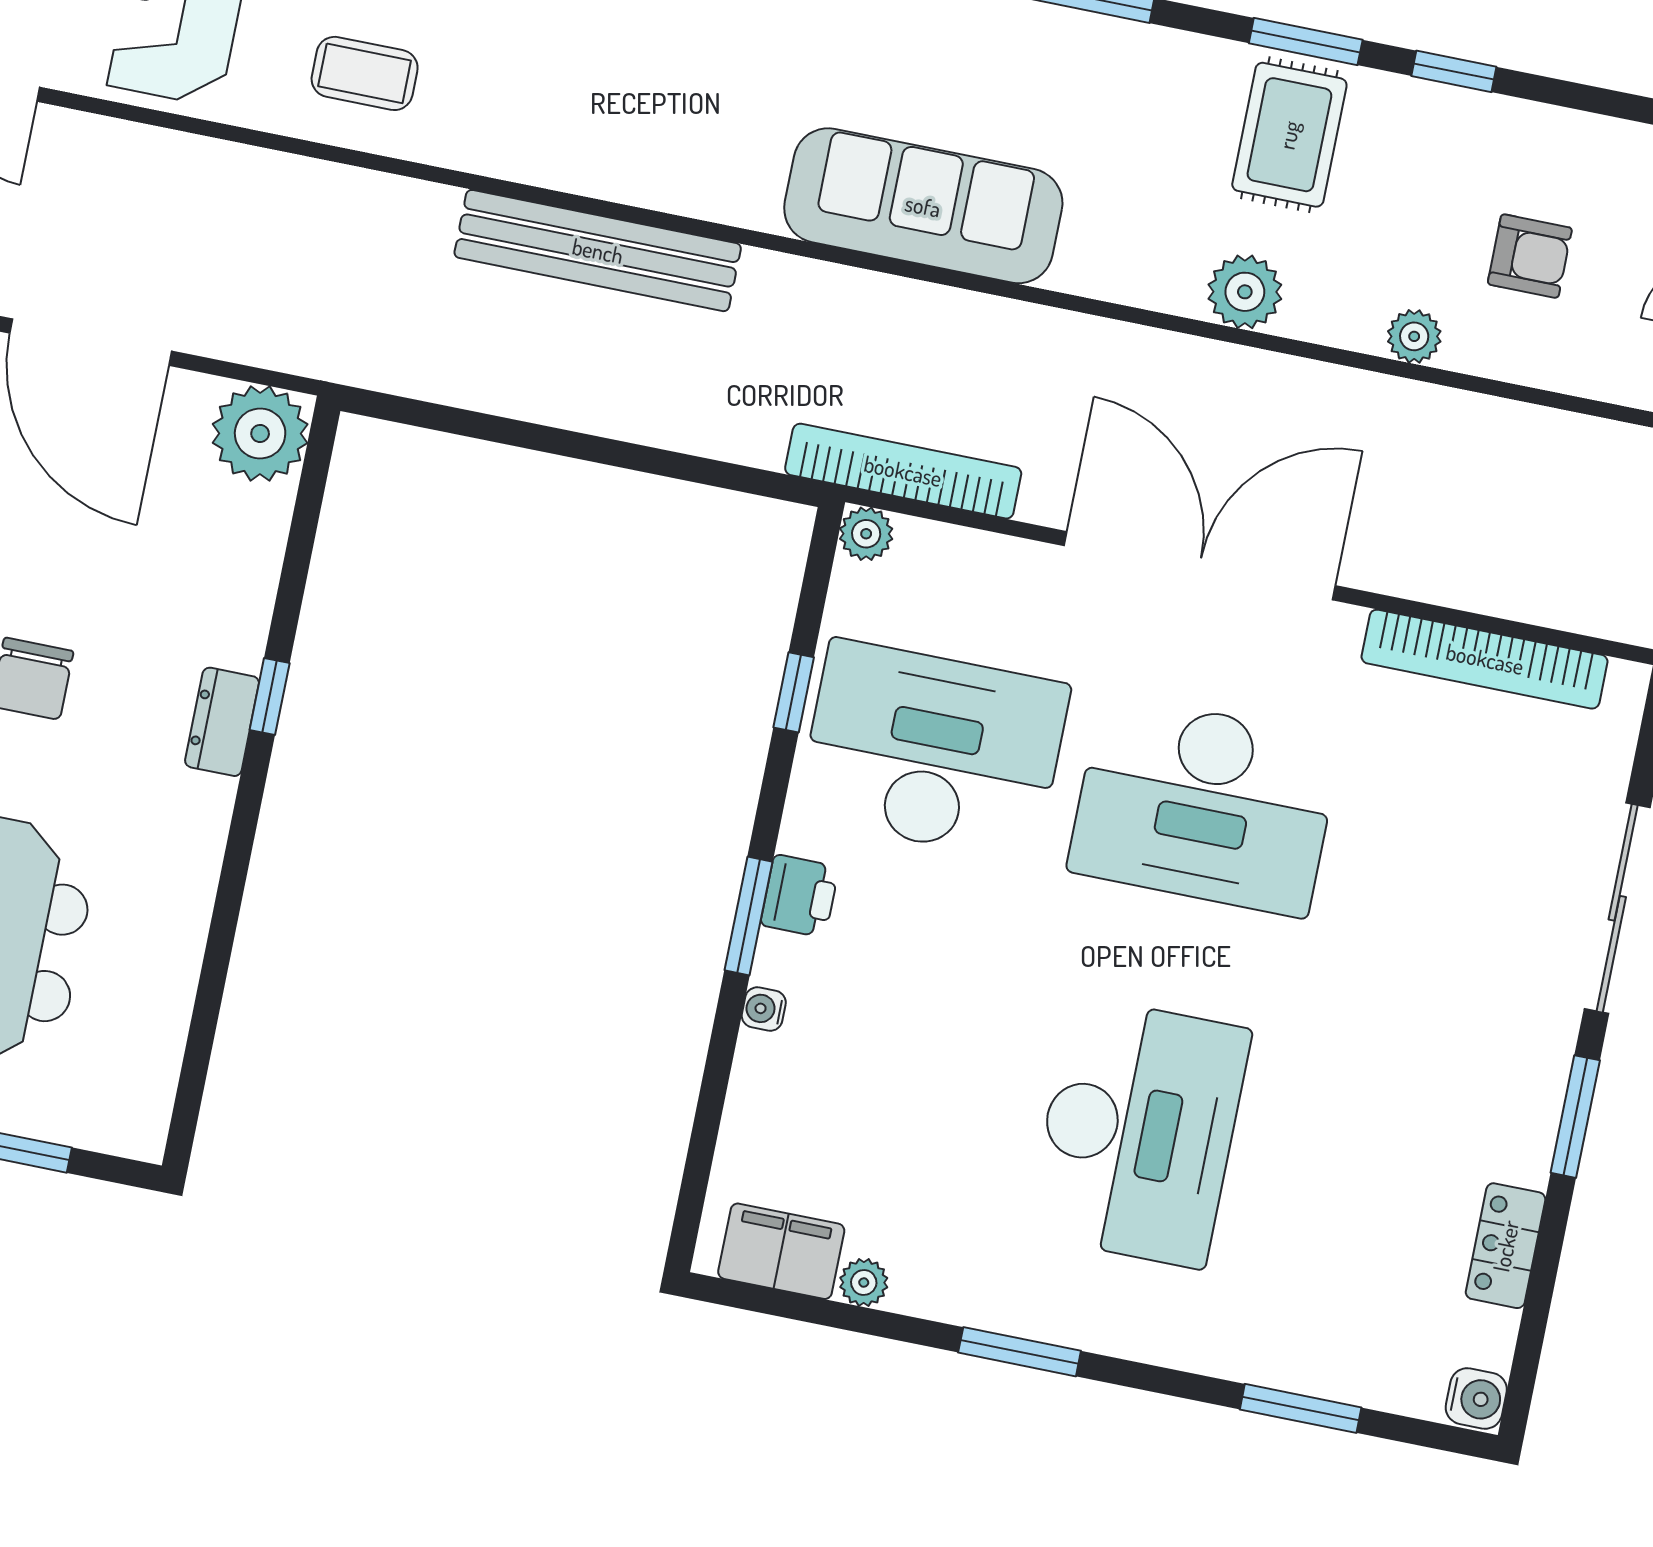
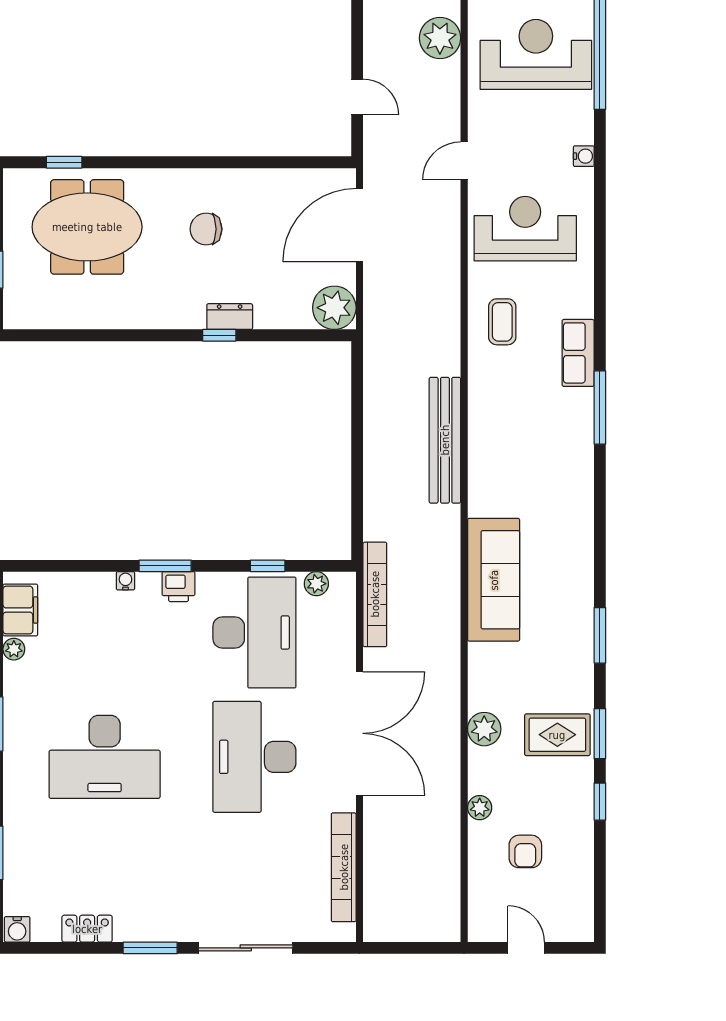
plant: (866, 534) -> (316, 584), moved
dresser: (222, 722) -> (230, 317), moved

